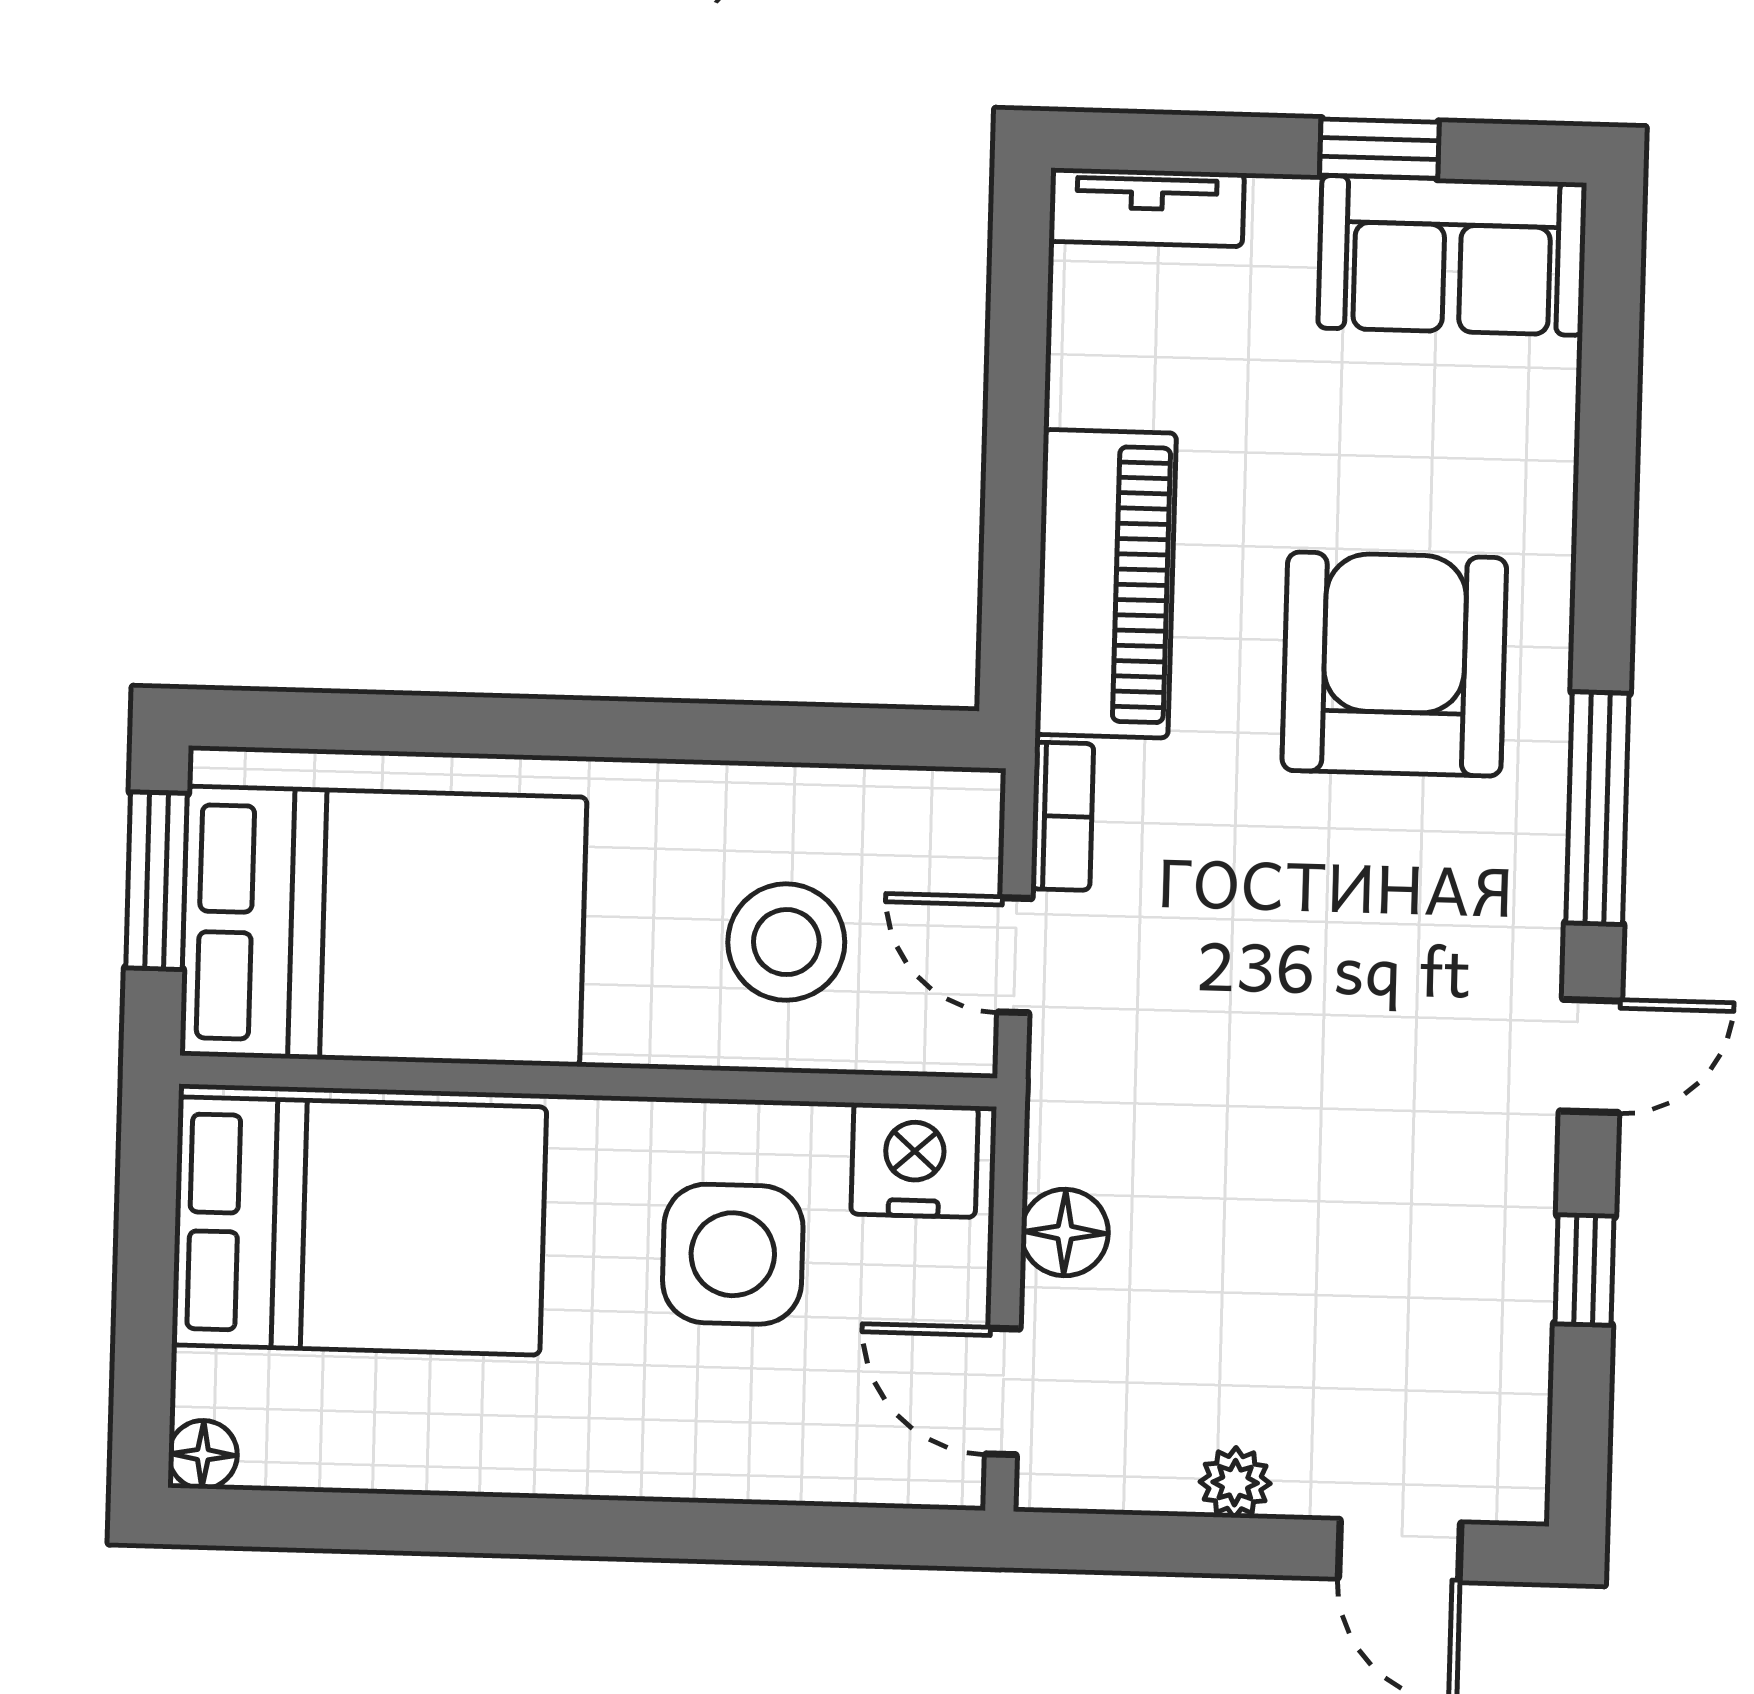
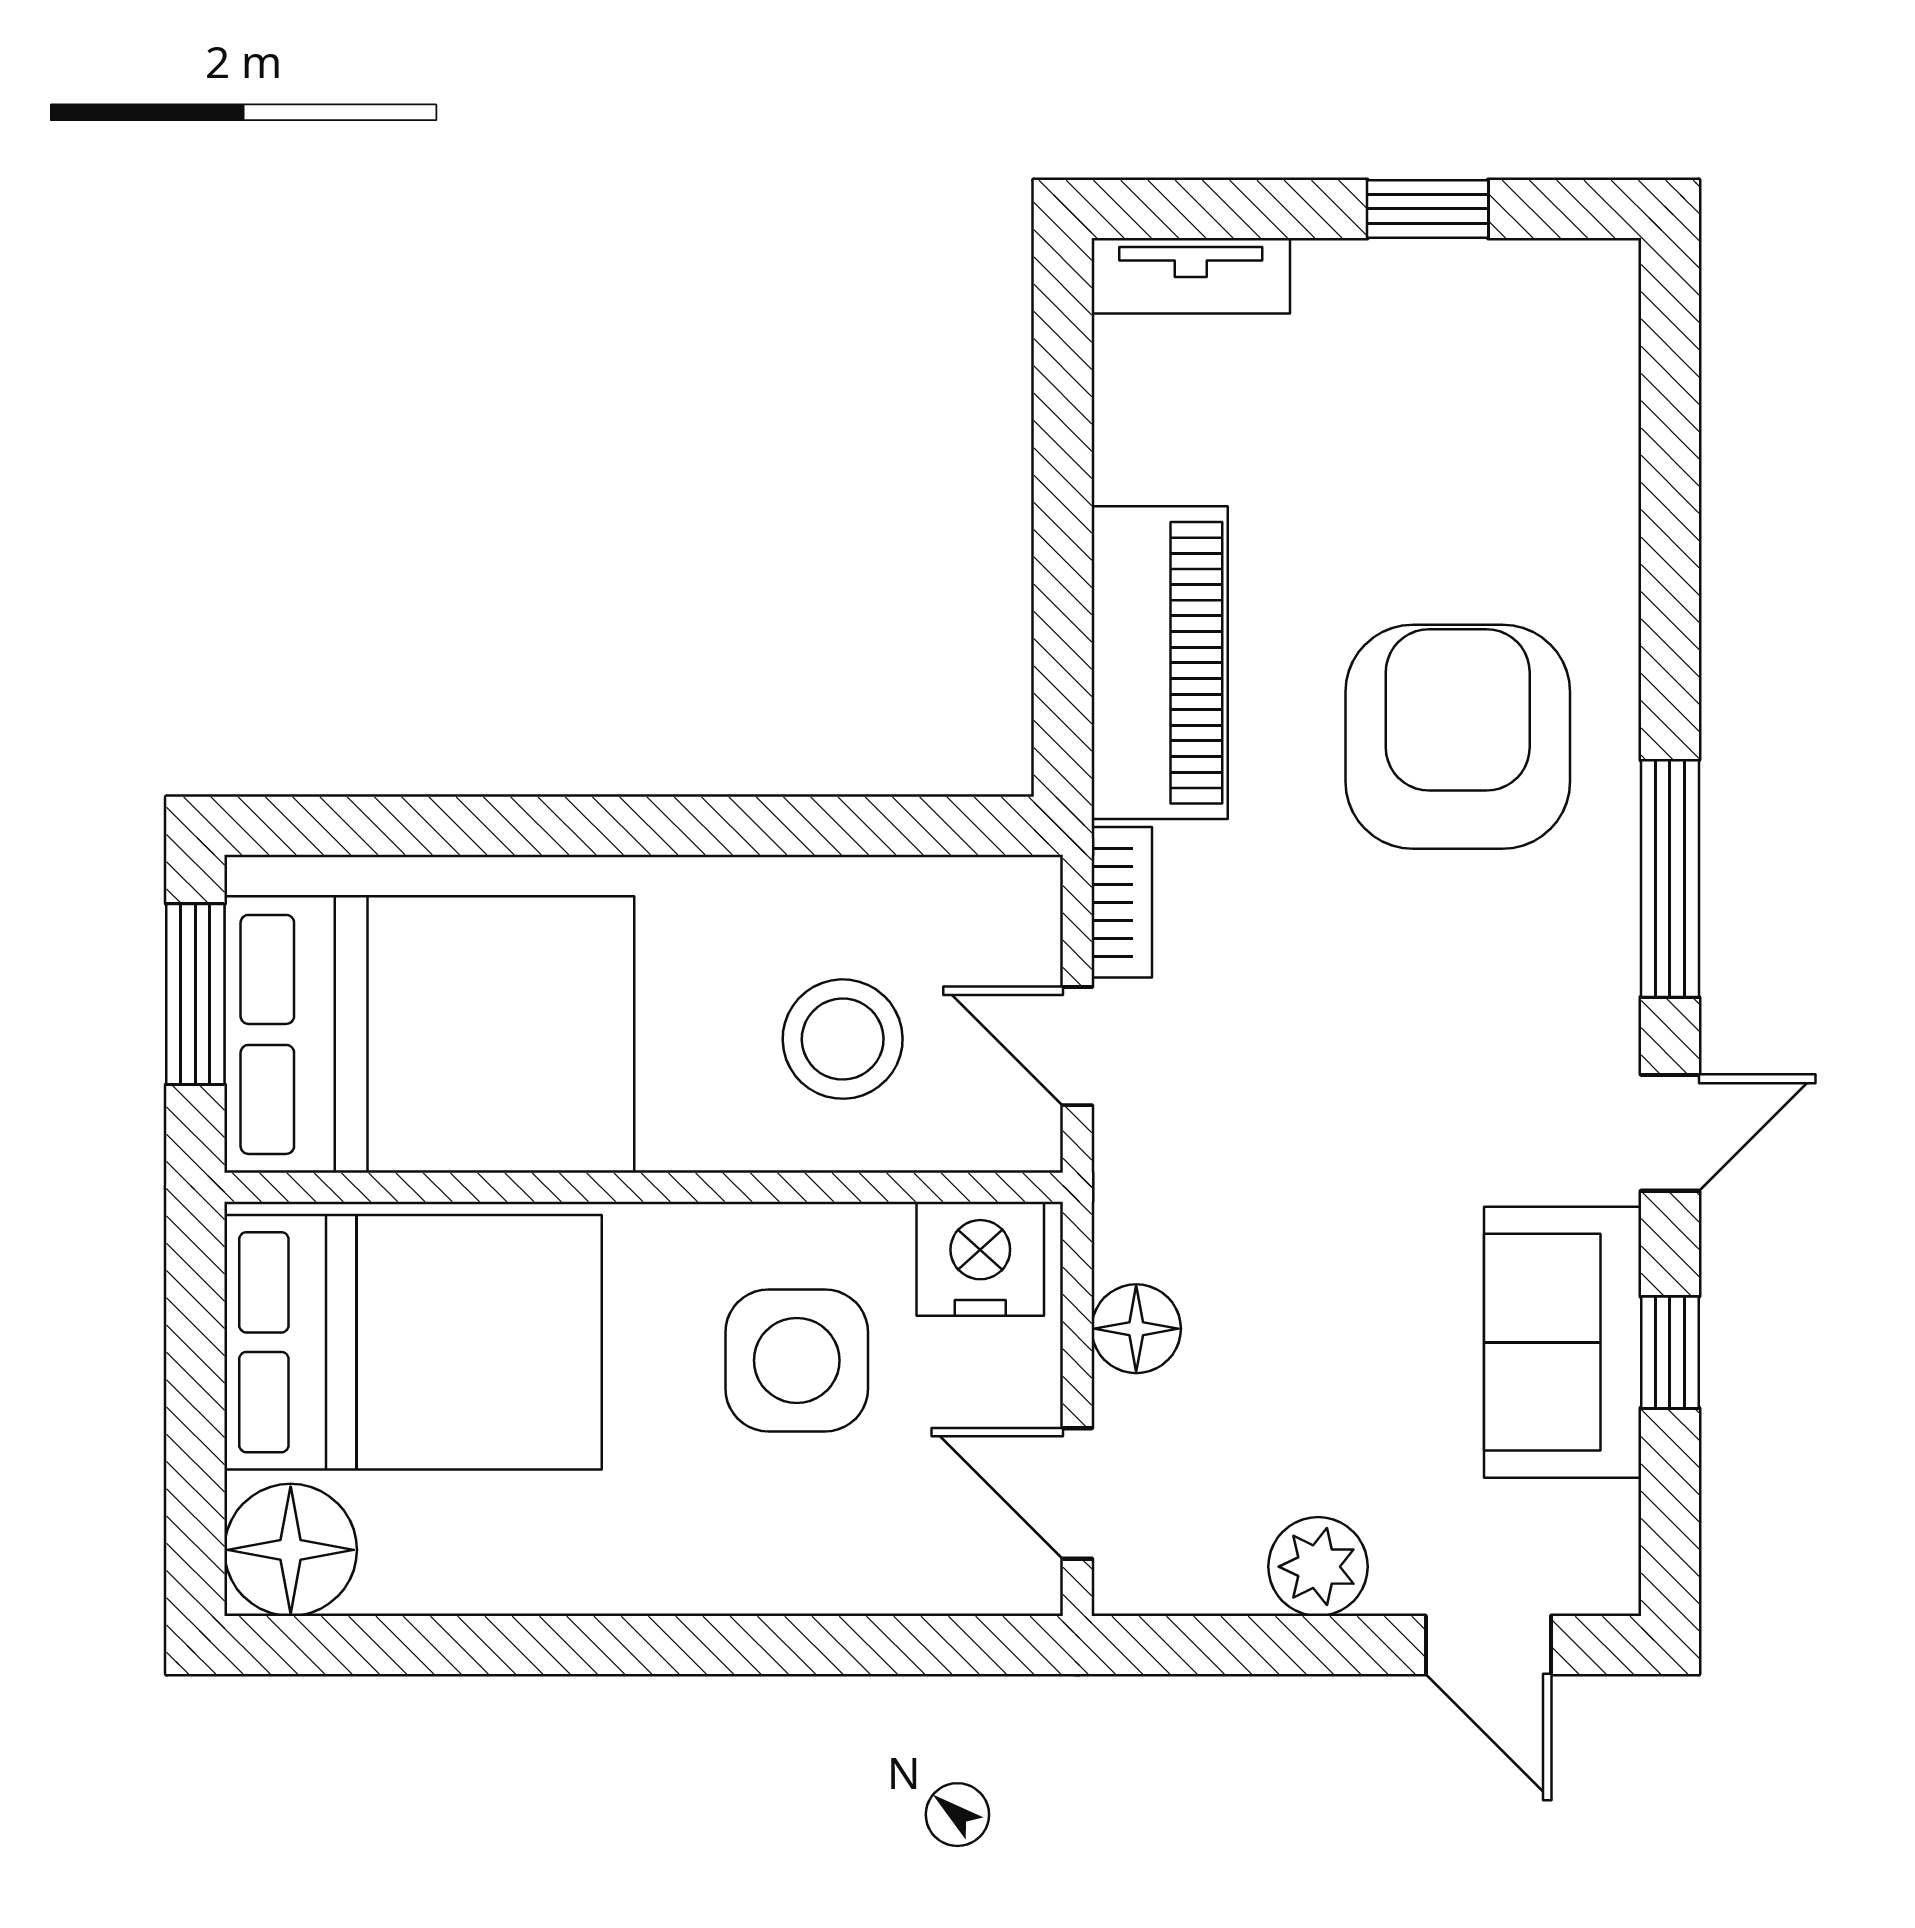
sofa: (1452, 255) -> (1563, 1342), moved, turned 90
floor lamp: (203, 1455) -> (291, 1550), width x1.89, depth x1.89
plant: (1235, 1483) -> (1318, 1567), width x1.38, depth x1.38

